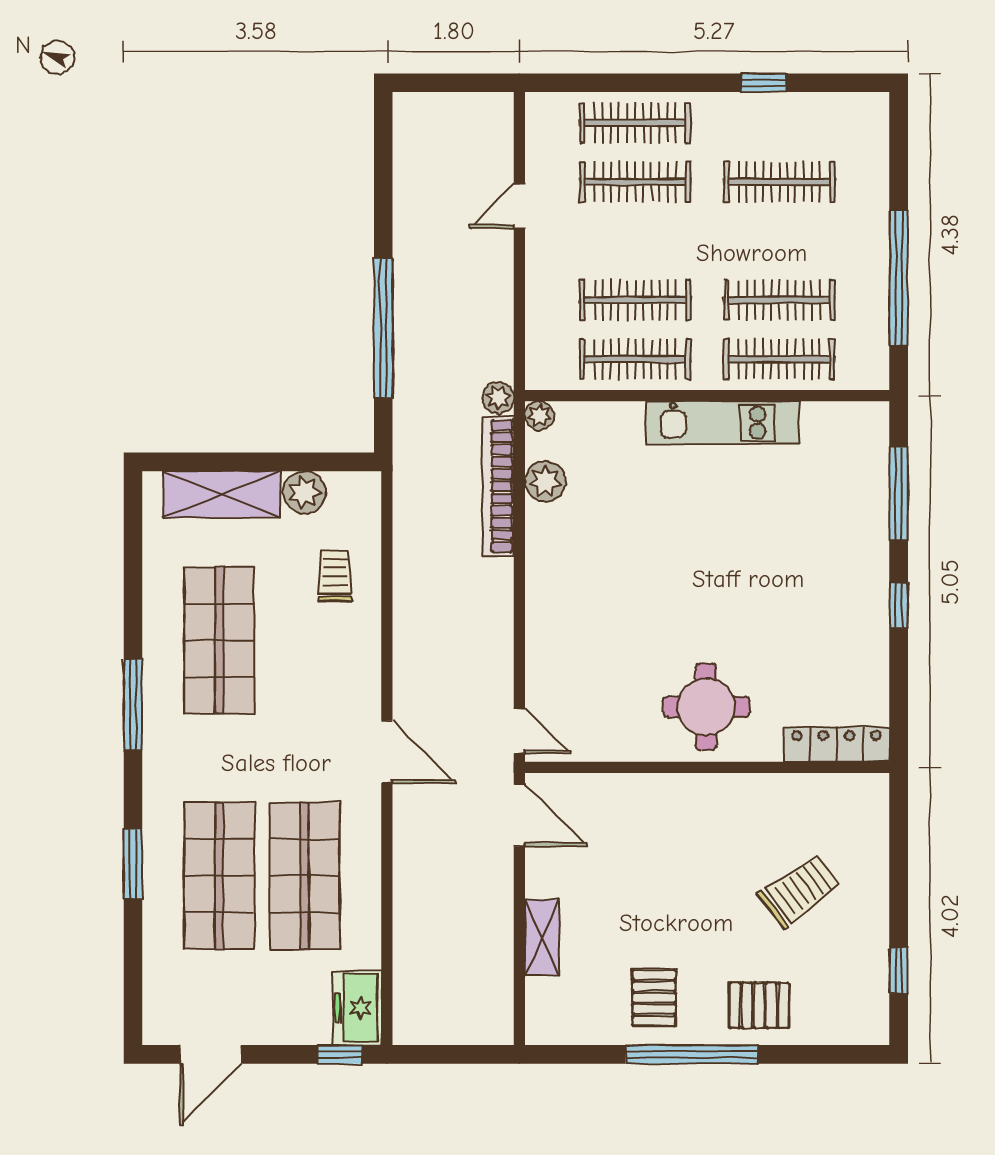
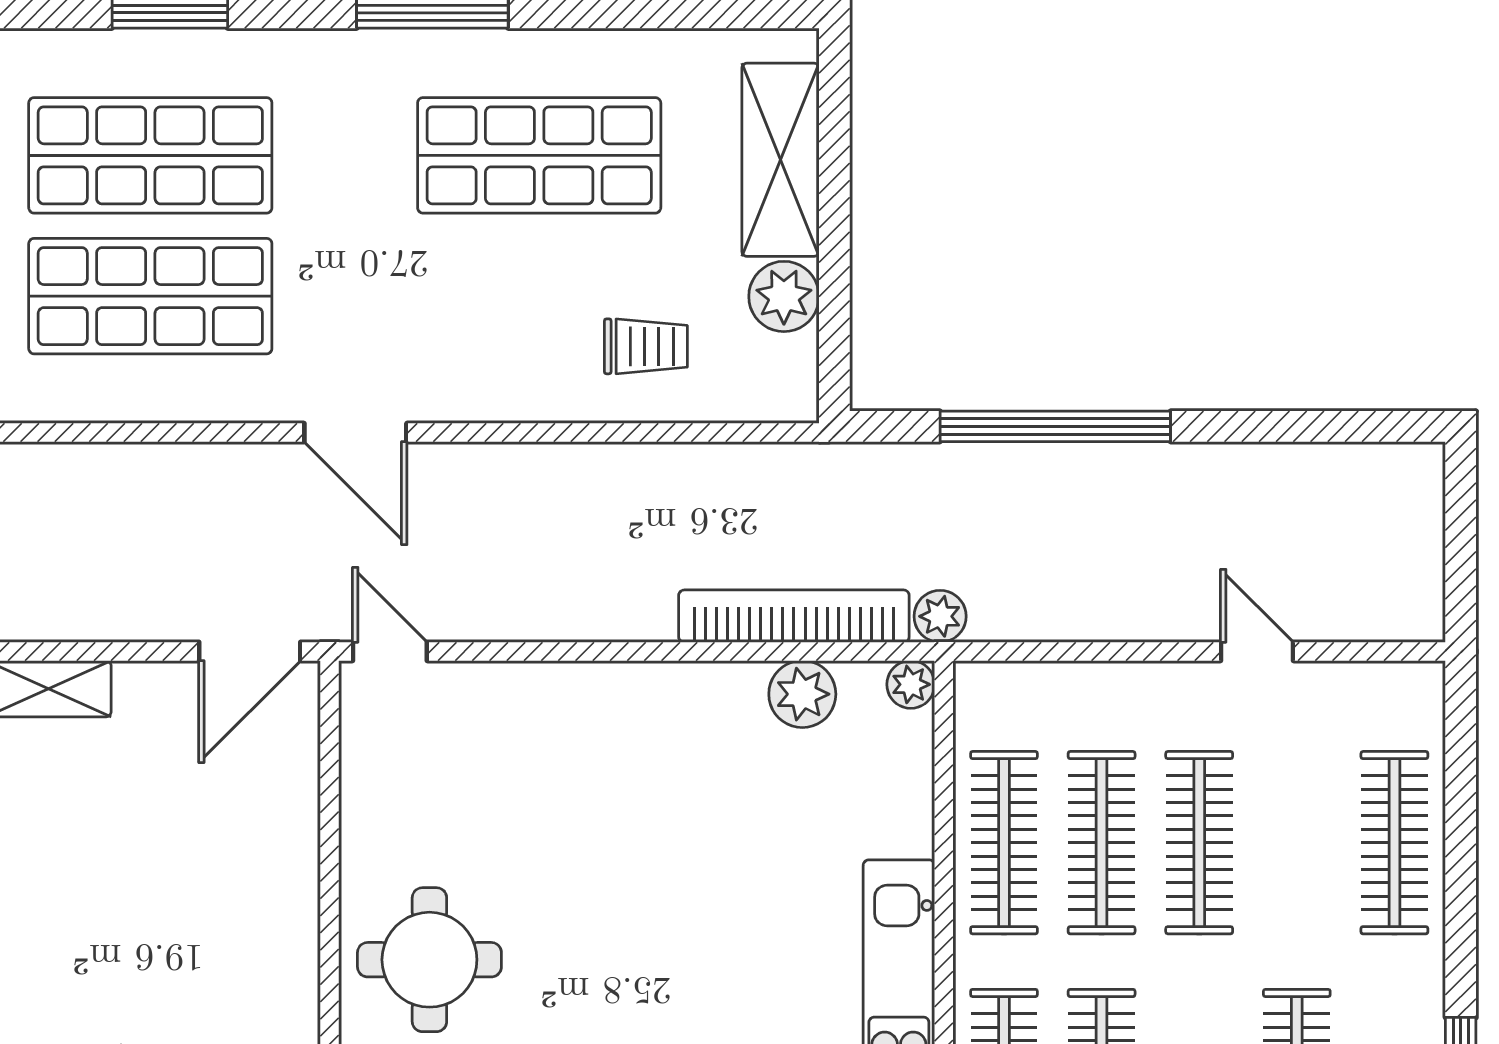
clothes rail: (635, 182) -> (1199, 843), moved
door: (519, 731) -> (390, 651), swing flipped
door: (387, 752) -> (355, 432), hinge flipped

